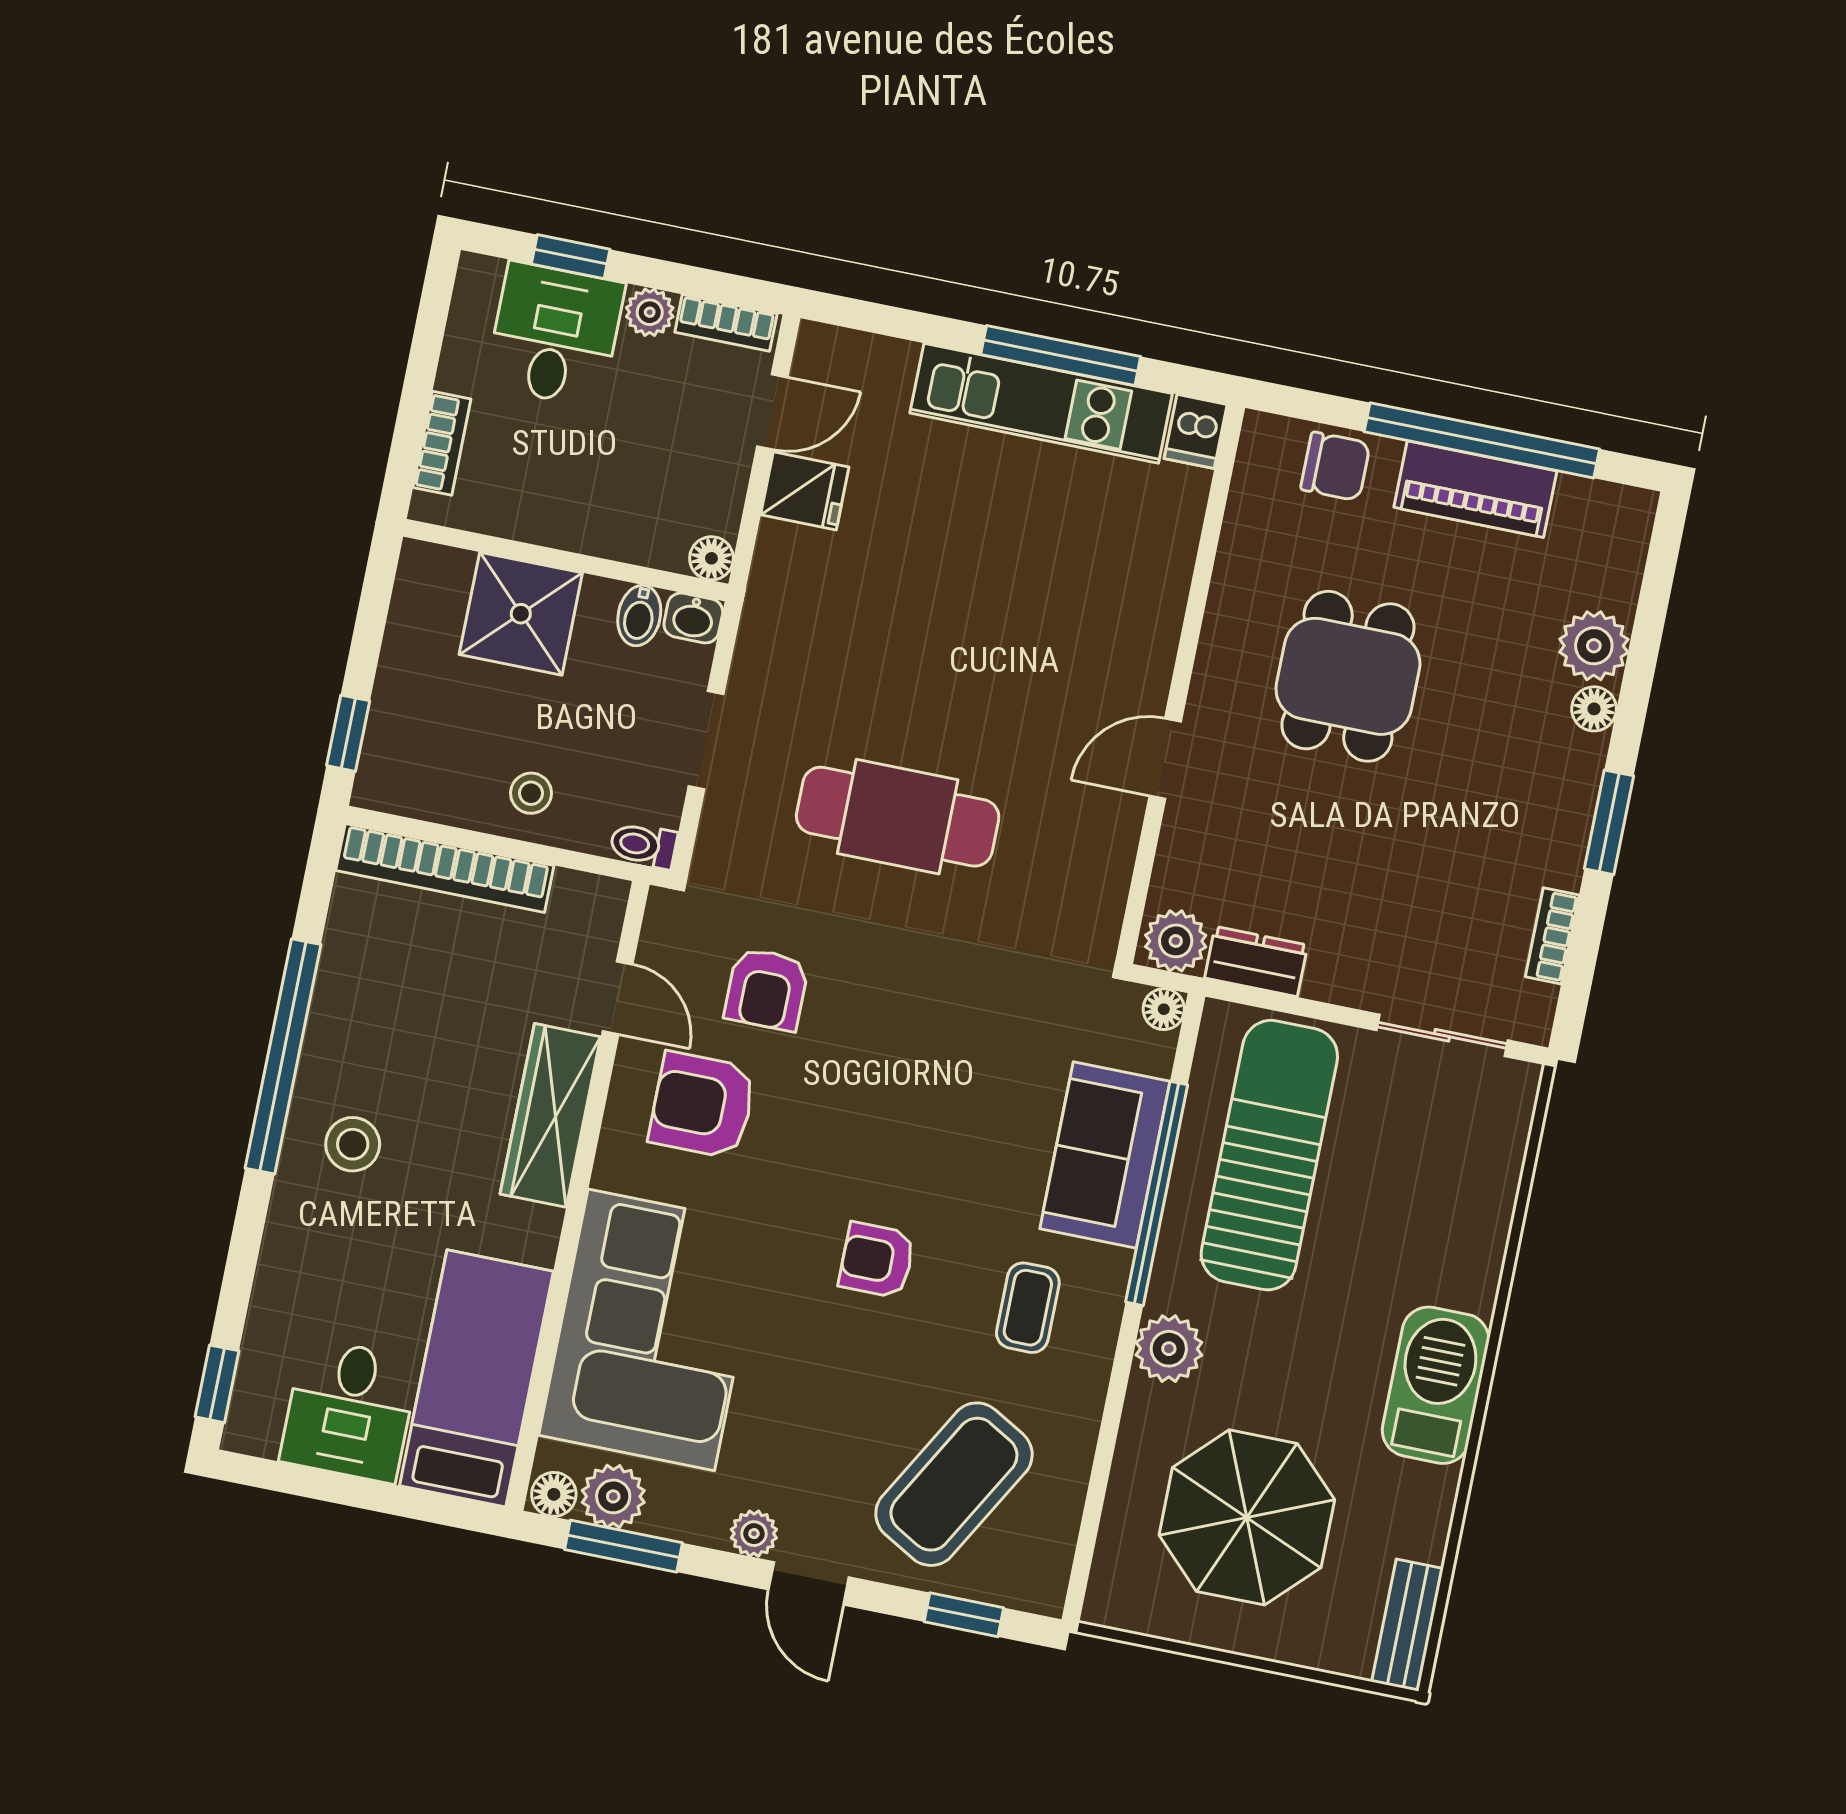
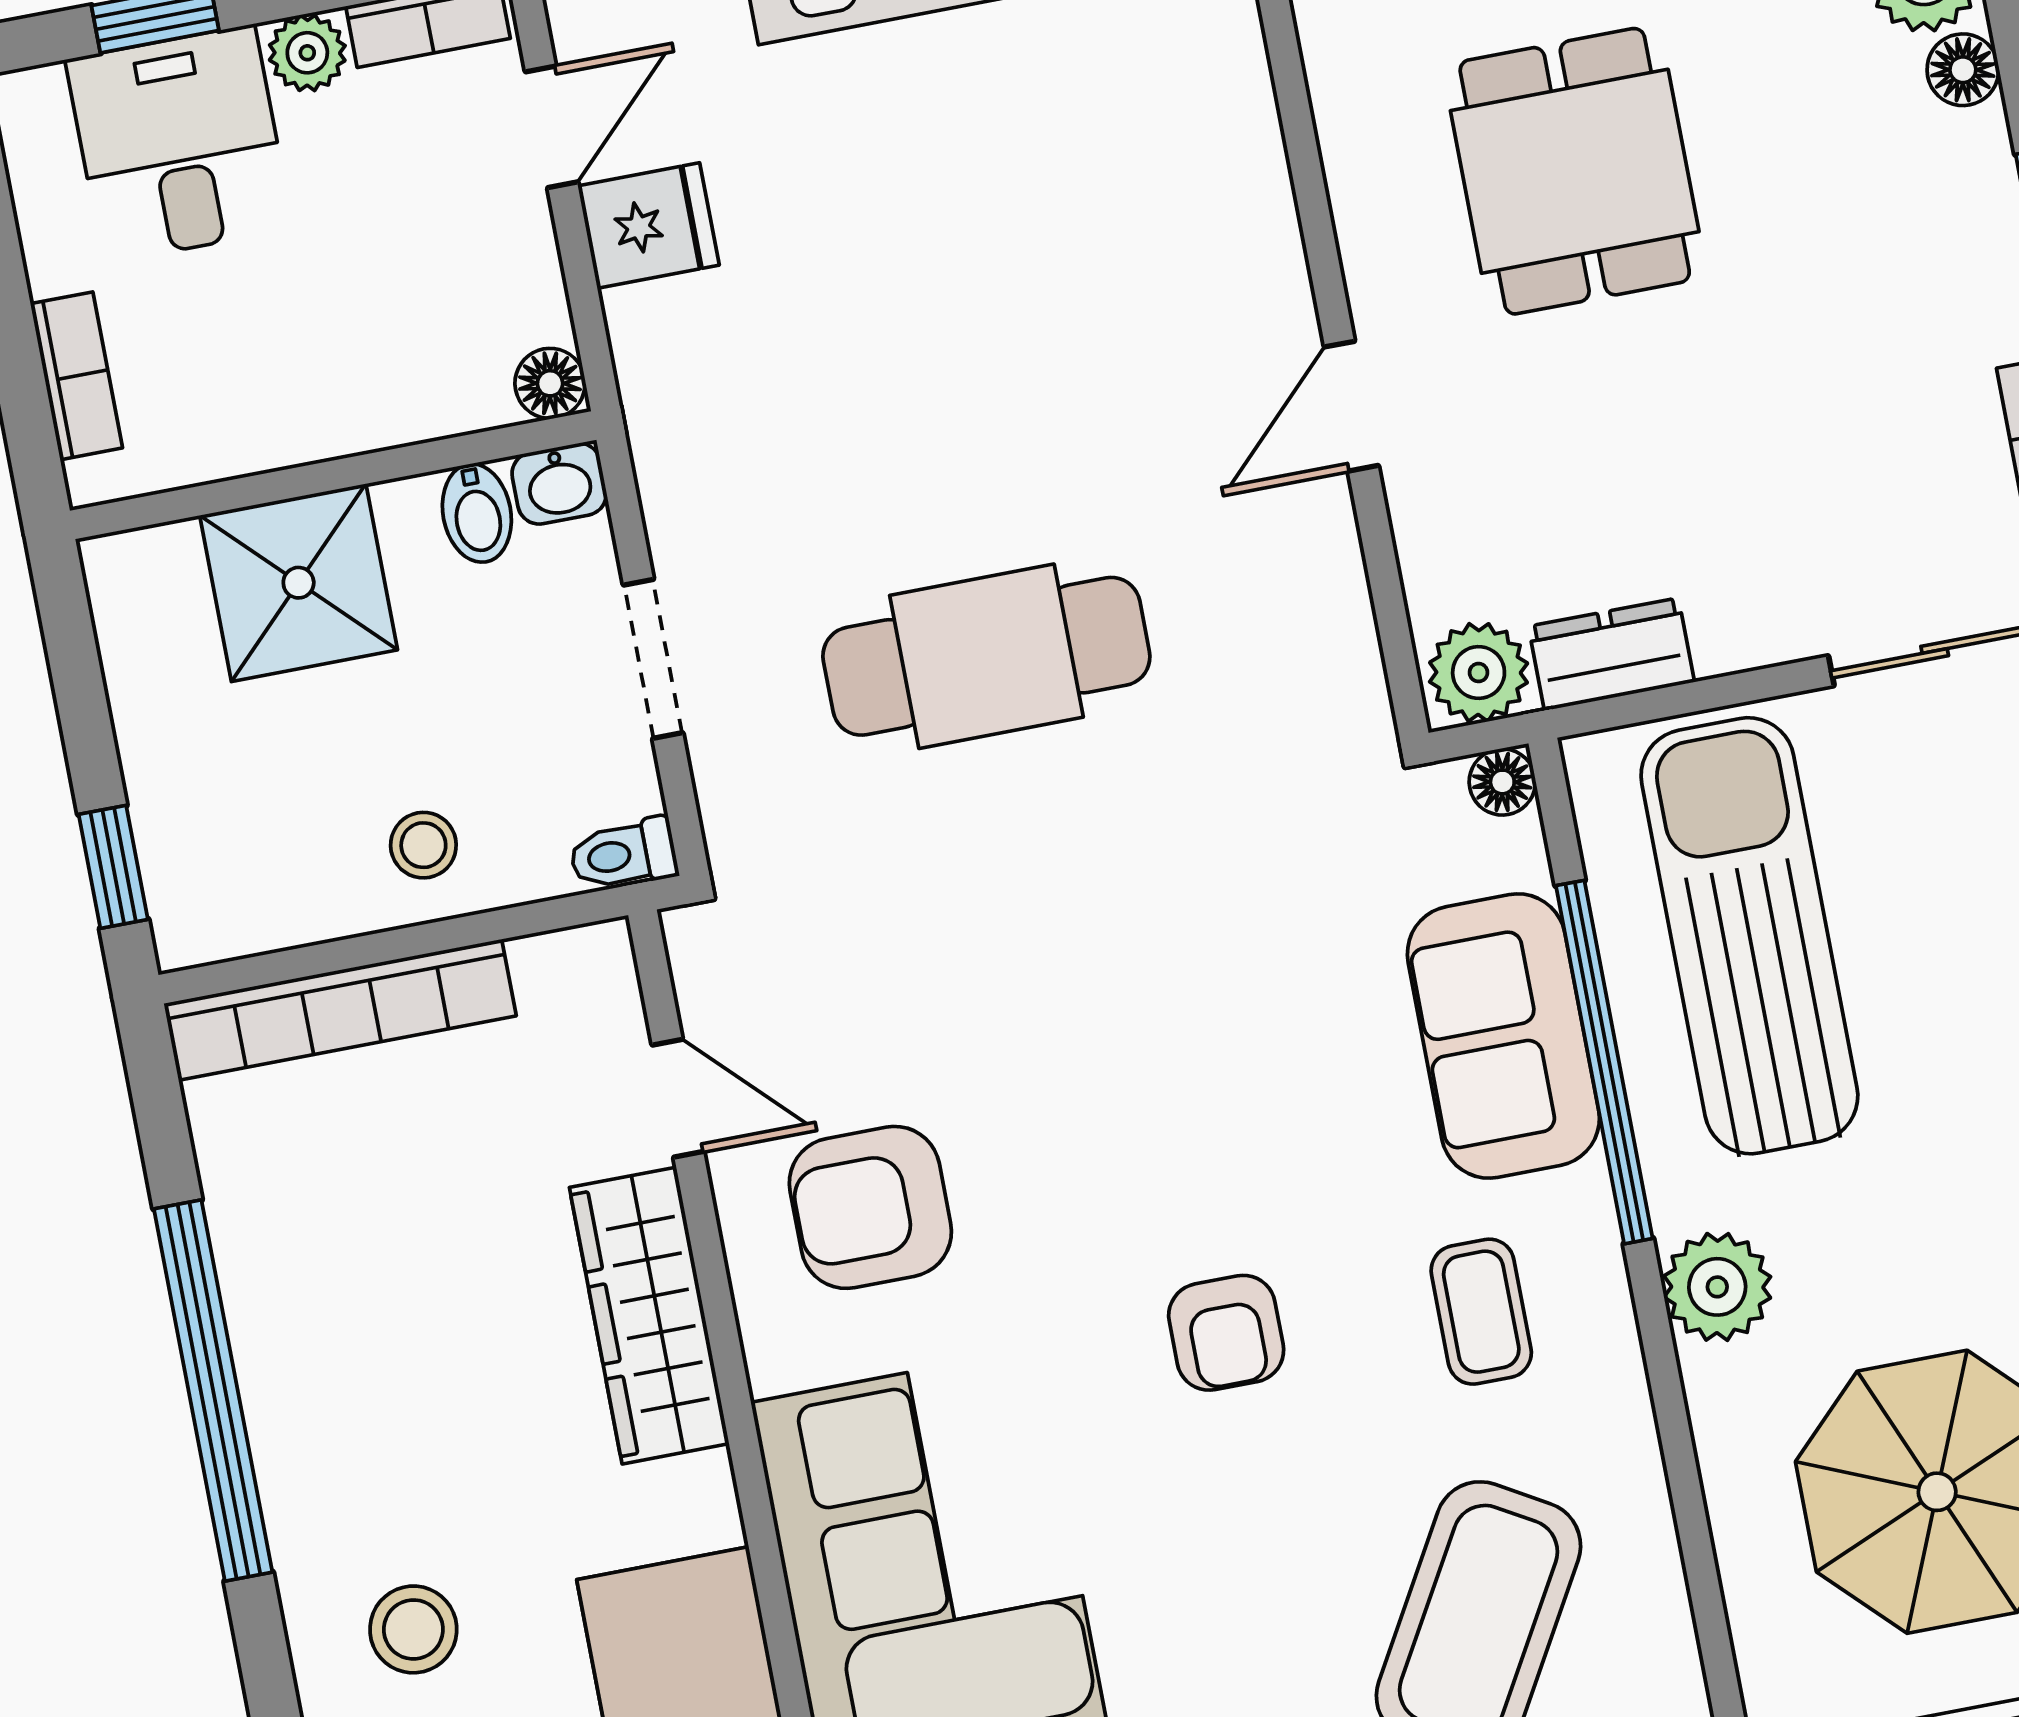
armchair: (767, 989) -> (896, 995), removed
stool: (353, 1144) -> (413, 1629), moved
armchair: (877, 1260) -> (1226, 1333), turned -90

